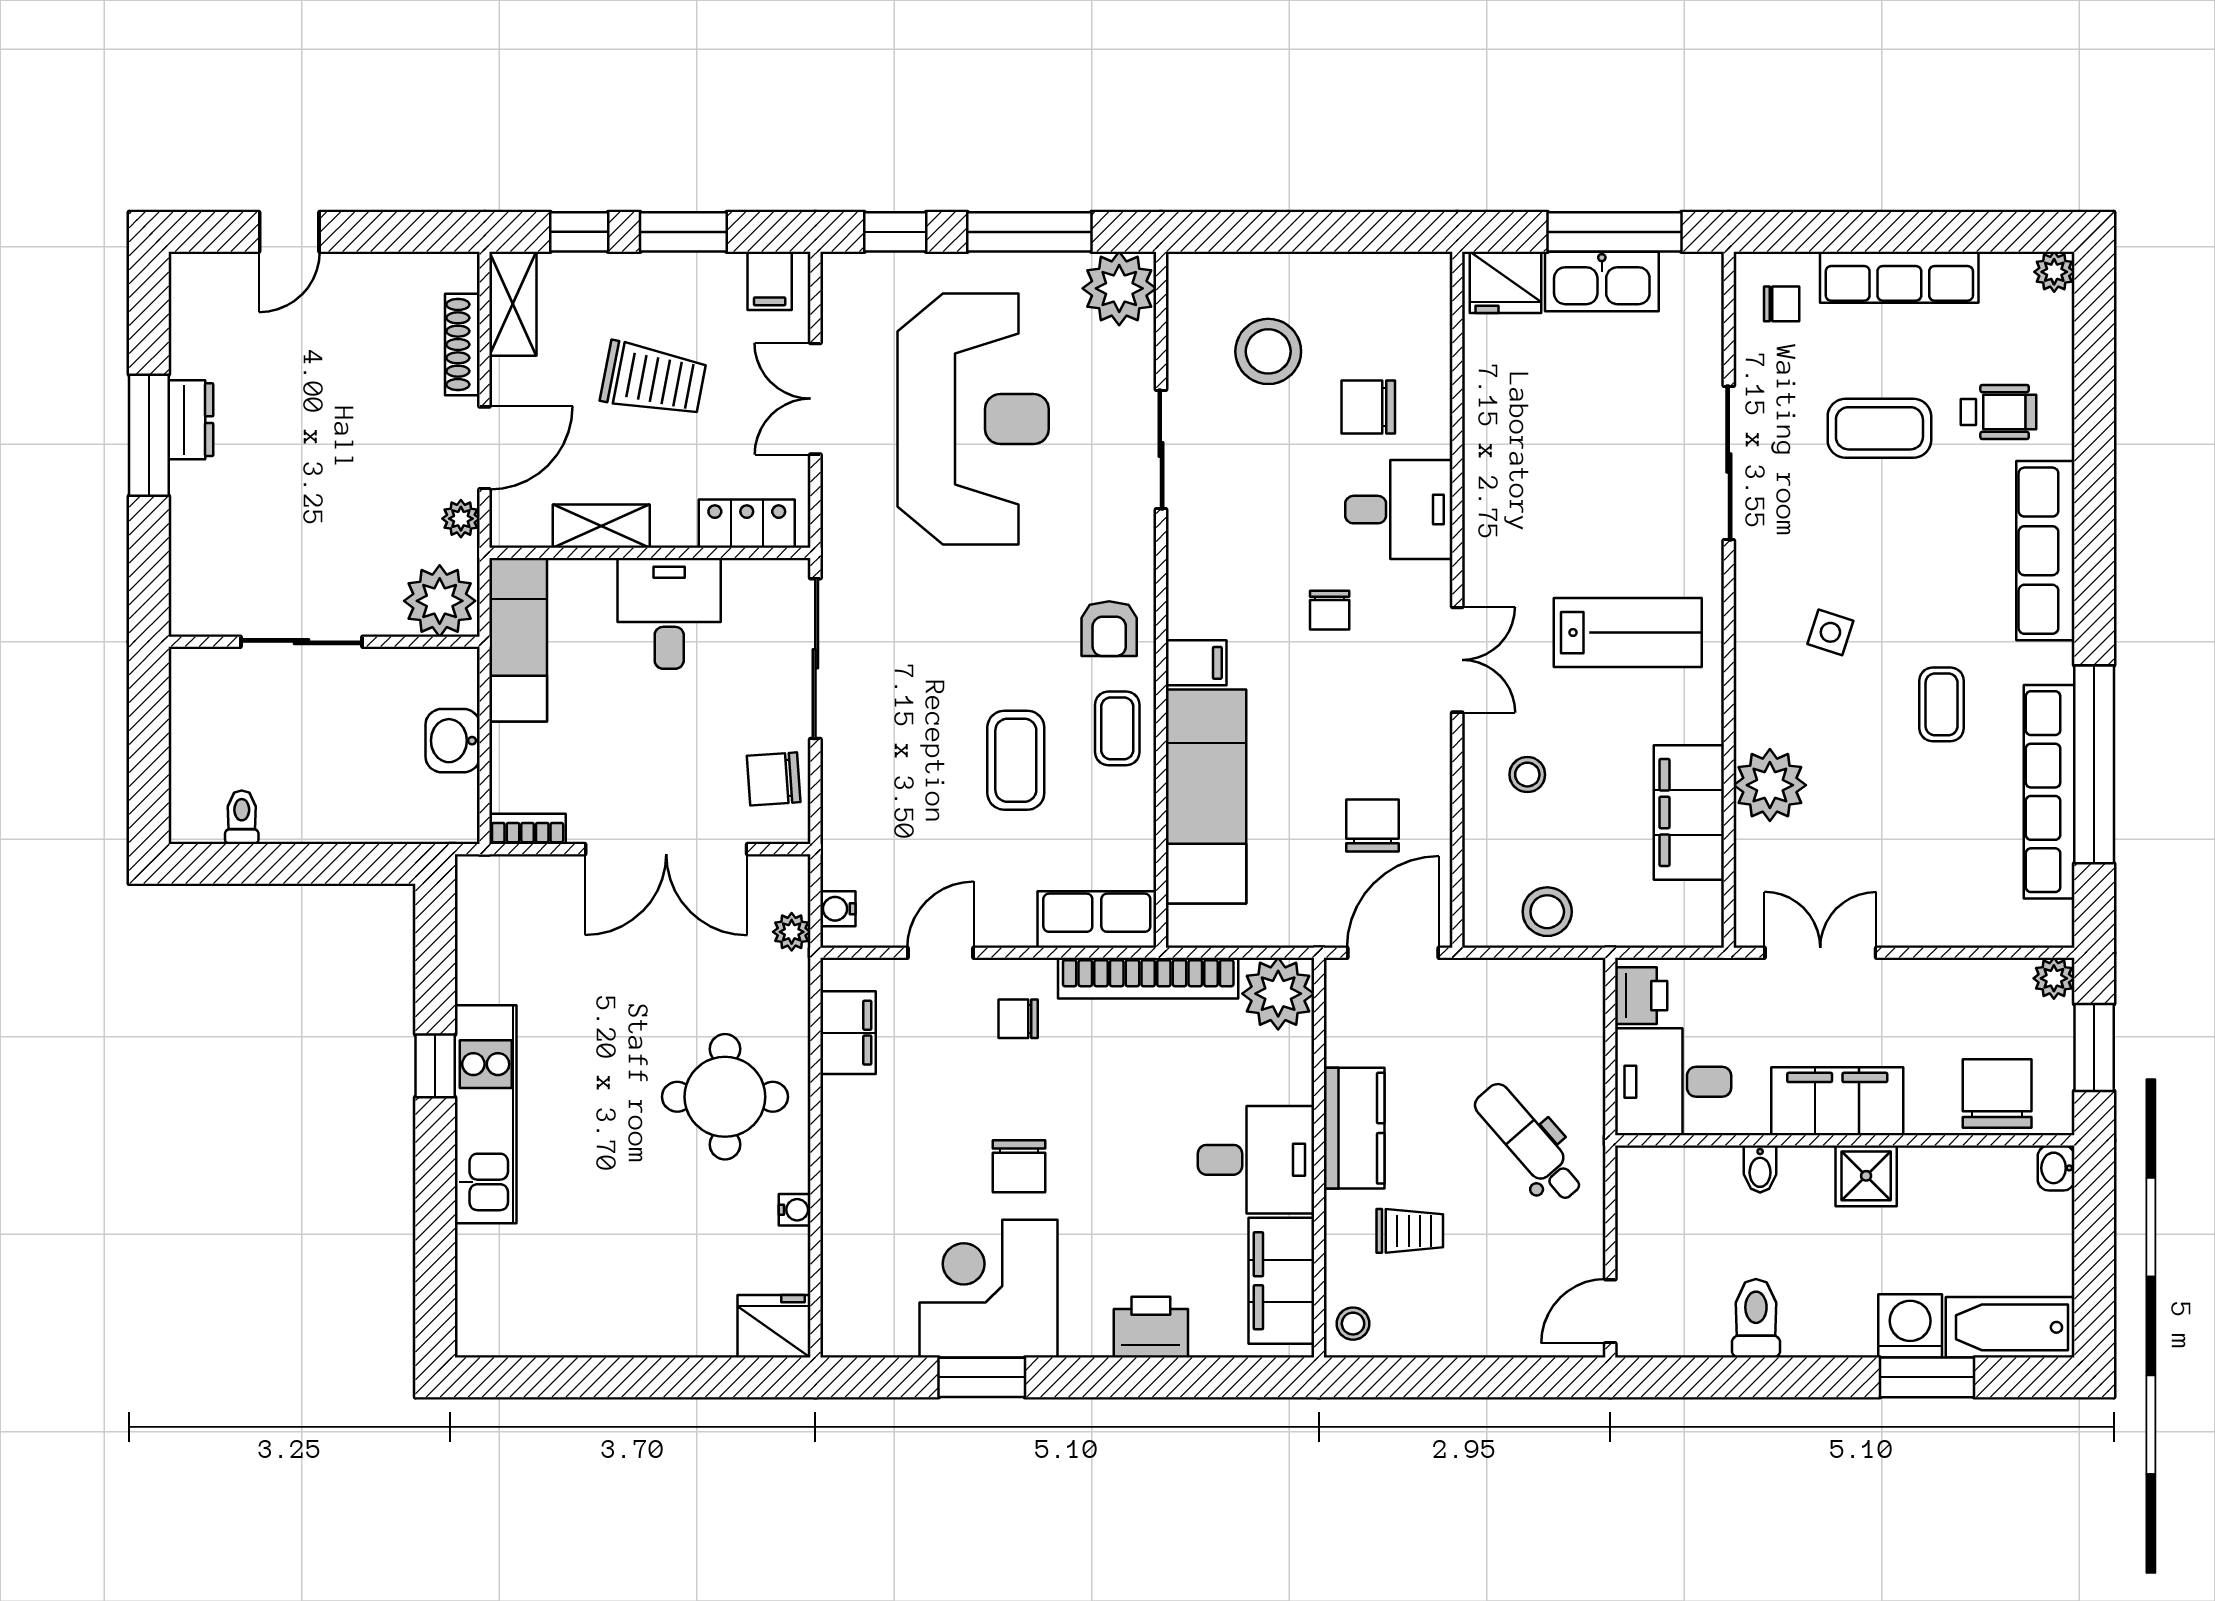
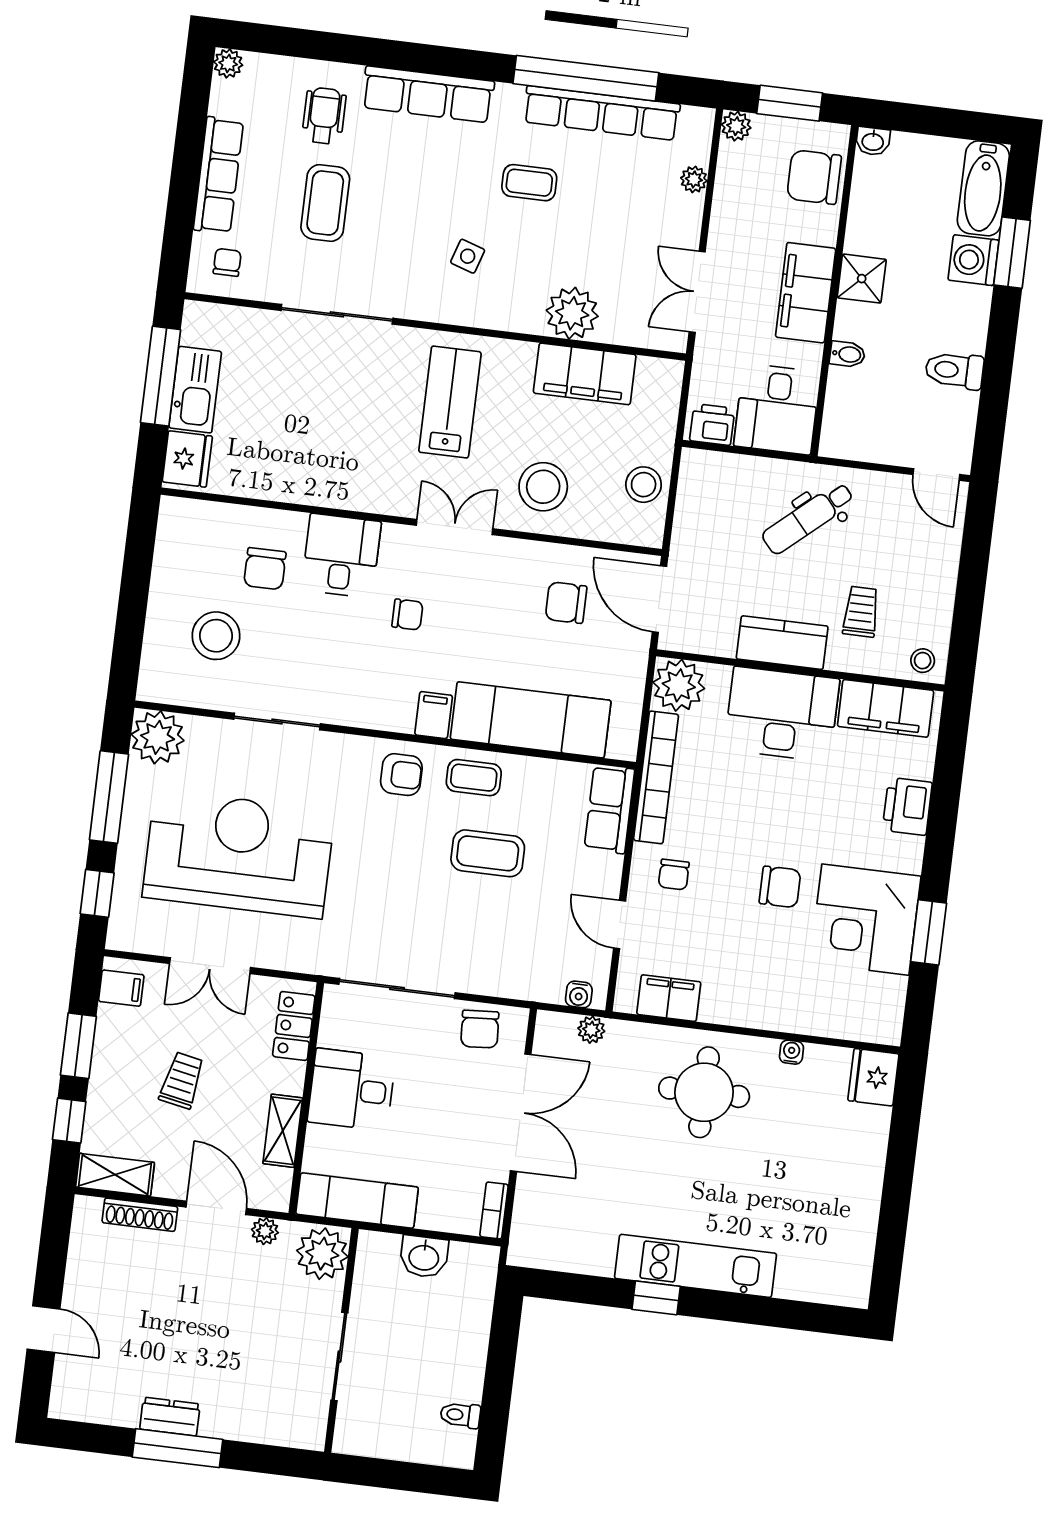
trolley: (653, 379) -> (182, 1080), width x0.73, depth x0.72
stool: (1527, 775) -> (543, 487), width x1.89, depth x1.89
plant: (1974, 929) -> (694, 179), added
desk: (1256, 1160) -> (782, 714), width x1.37

